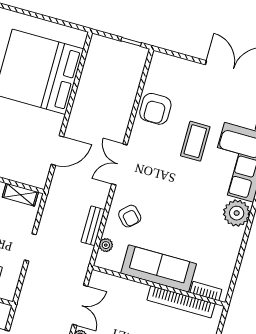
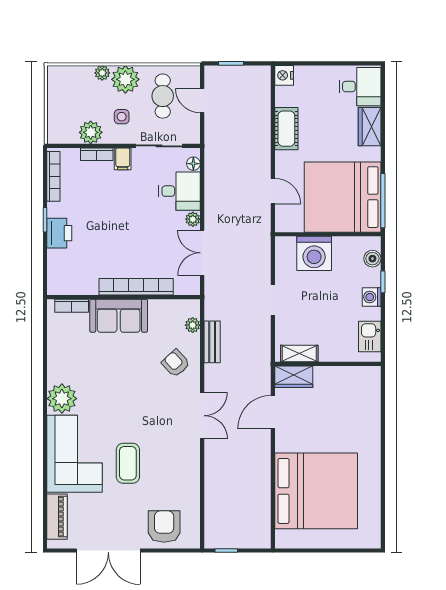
armchair: (155, 109) -> (164, 527), moved
wardrobe: (31, 176) -> (294, 377), added
sofa: (159, 269) -> (119, 316), width x0.73
bookcase: (181, 302) -> (136, 287), moved

